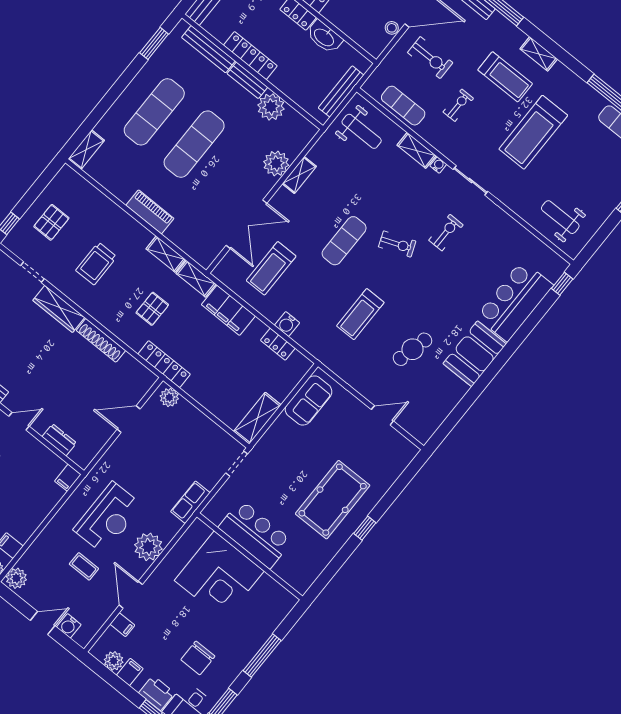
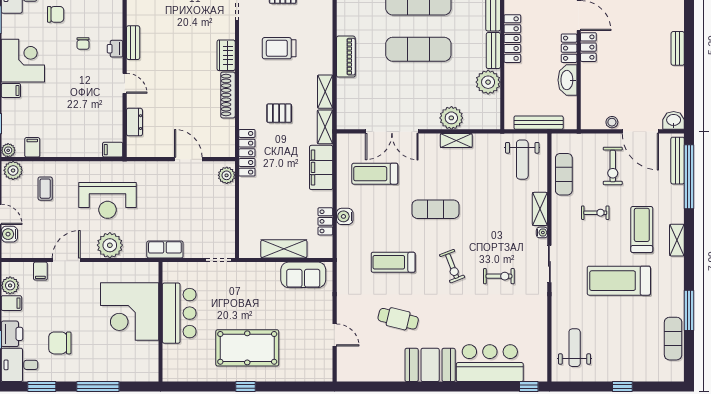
treadmill: (505, 77) -> (642, 229), turned 180
exercise bike: (397, 244) -> (452, 266), moved
wardrobe: (59, 309) -> (226, 55), width x0.67
shelving: (257, 418) -> (284, 249), moved
coffee table: (84, 566) -> (45, 189), moved

